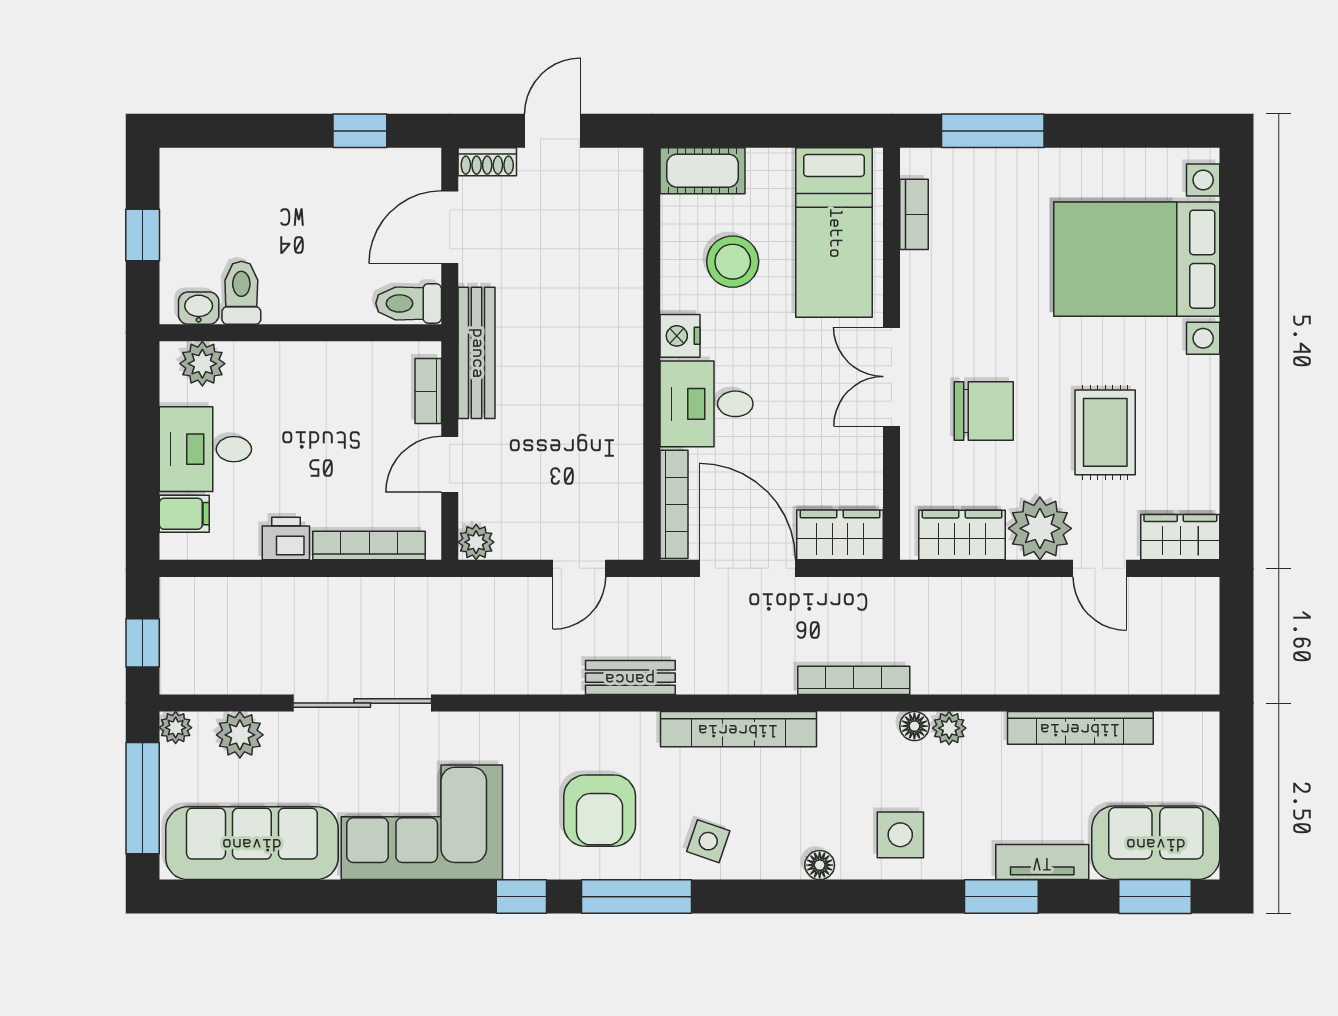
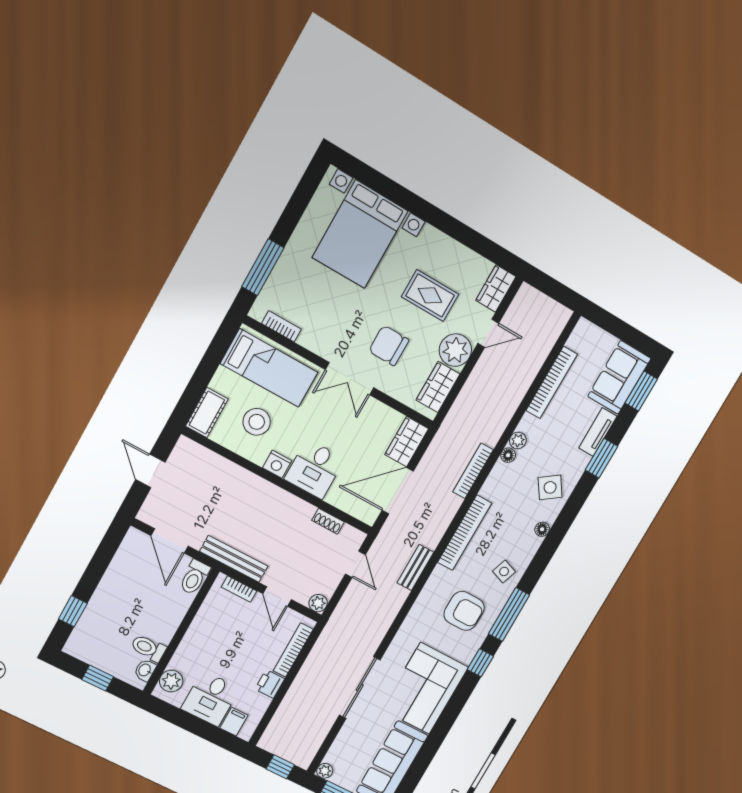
window: (360, 131) -> (73, 611), moved
shoe rack: (487, 162) -> (328, 521), moved, turned 90
chair: (984, 411) -> (389, 346), turned -90
bookcase: (674, 504) -> (351, 508), removed
plant: (240, 735) -> (343, 746), removed
side table: (900, 835) -> (550, 487), turned -35

